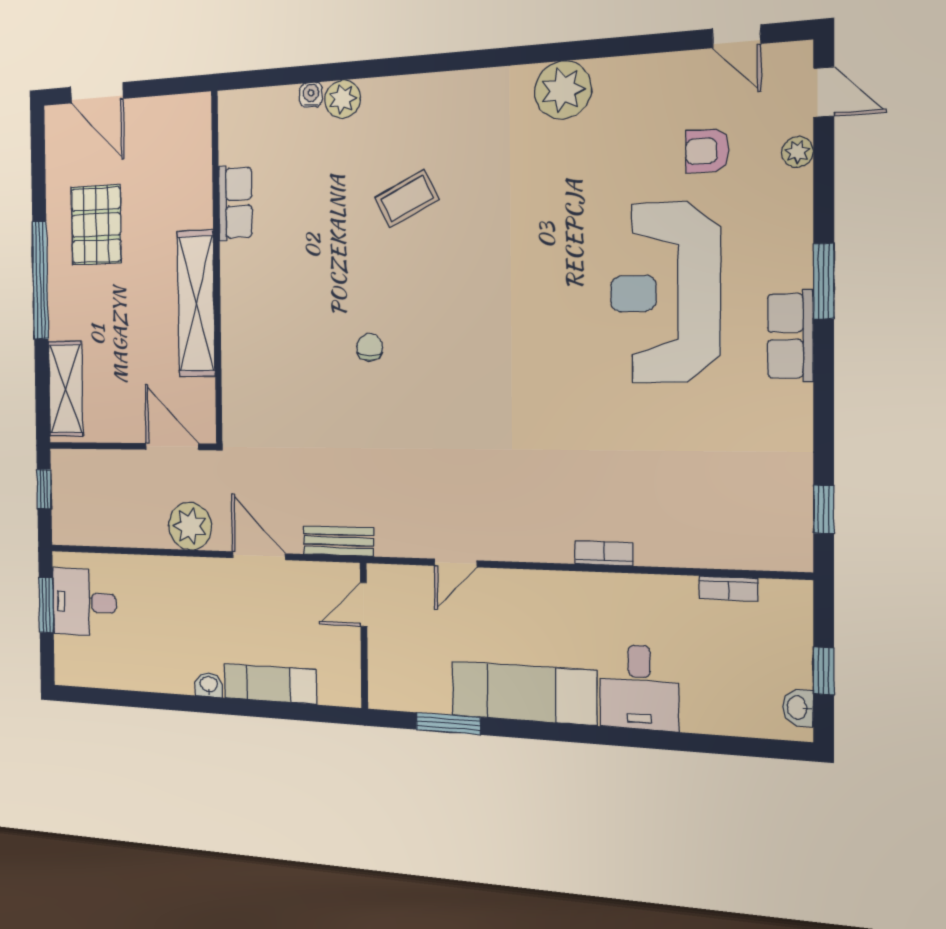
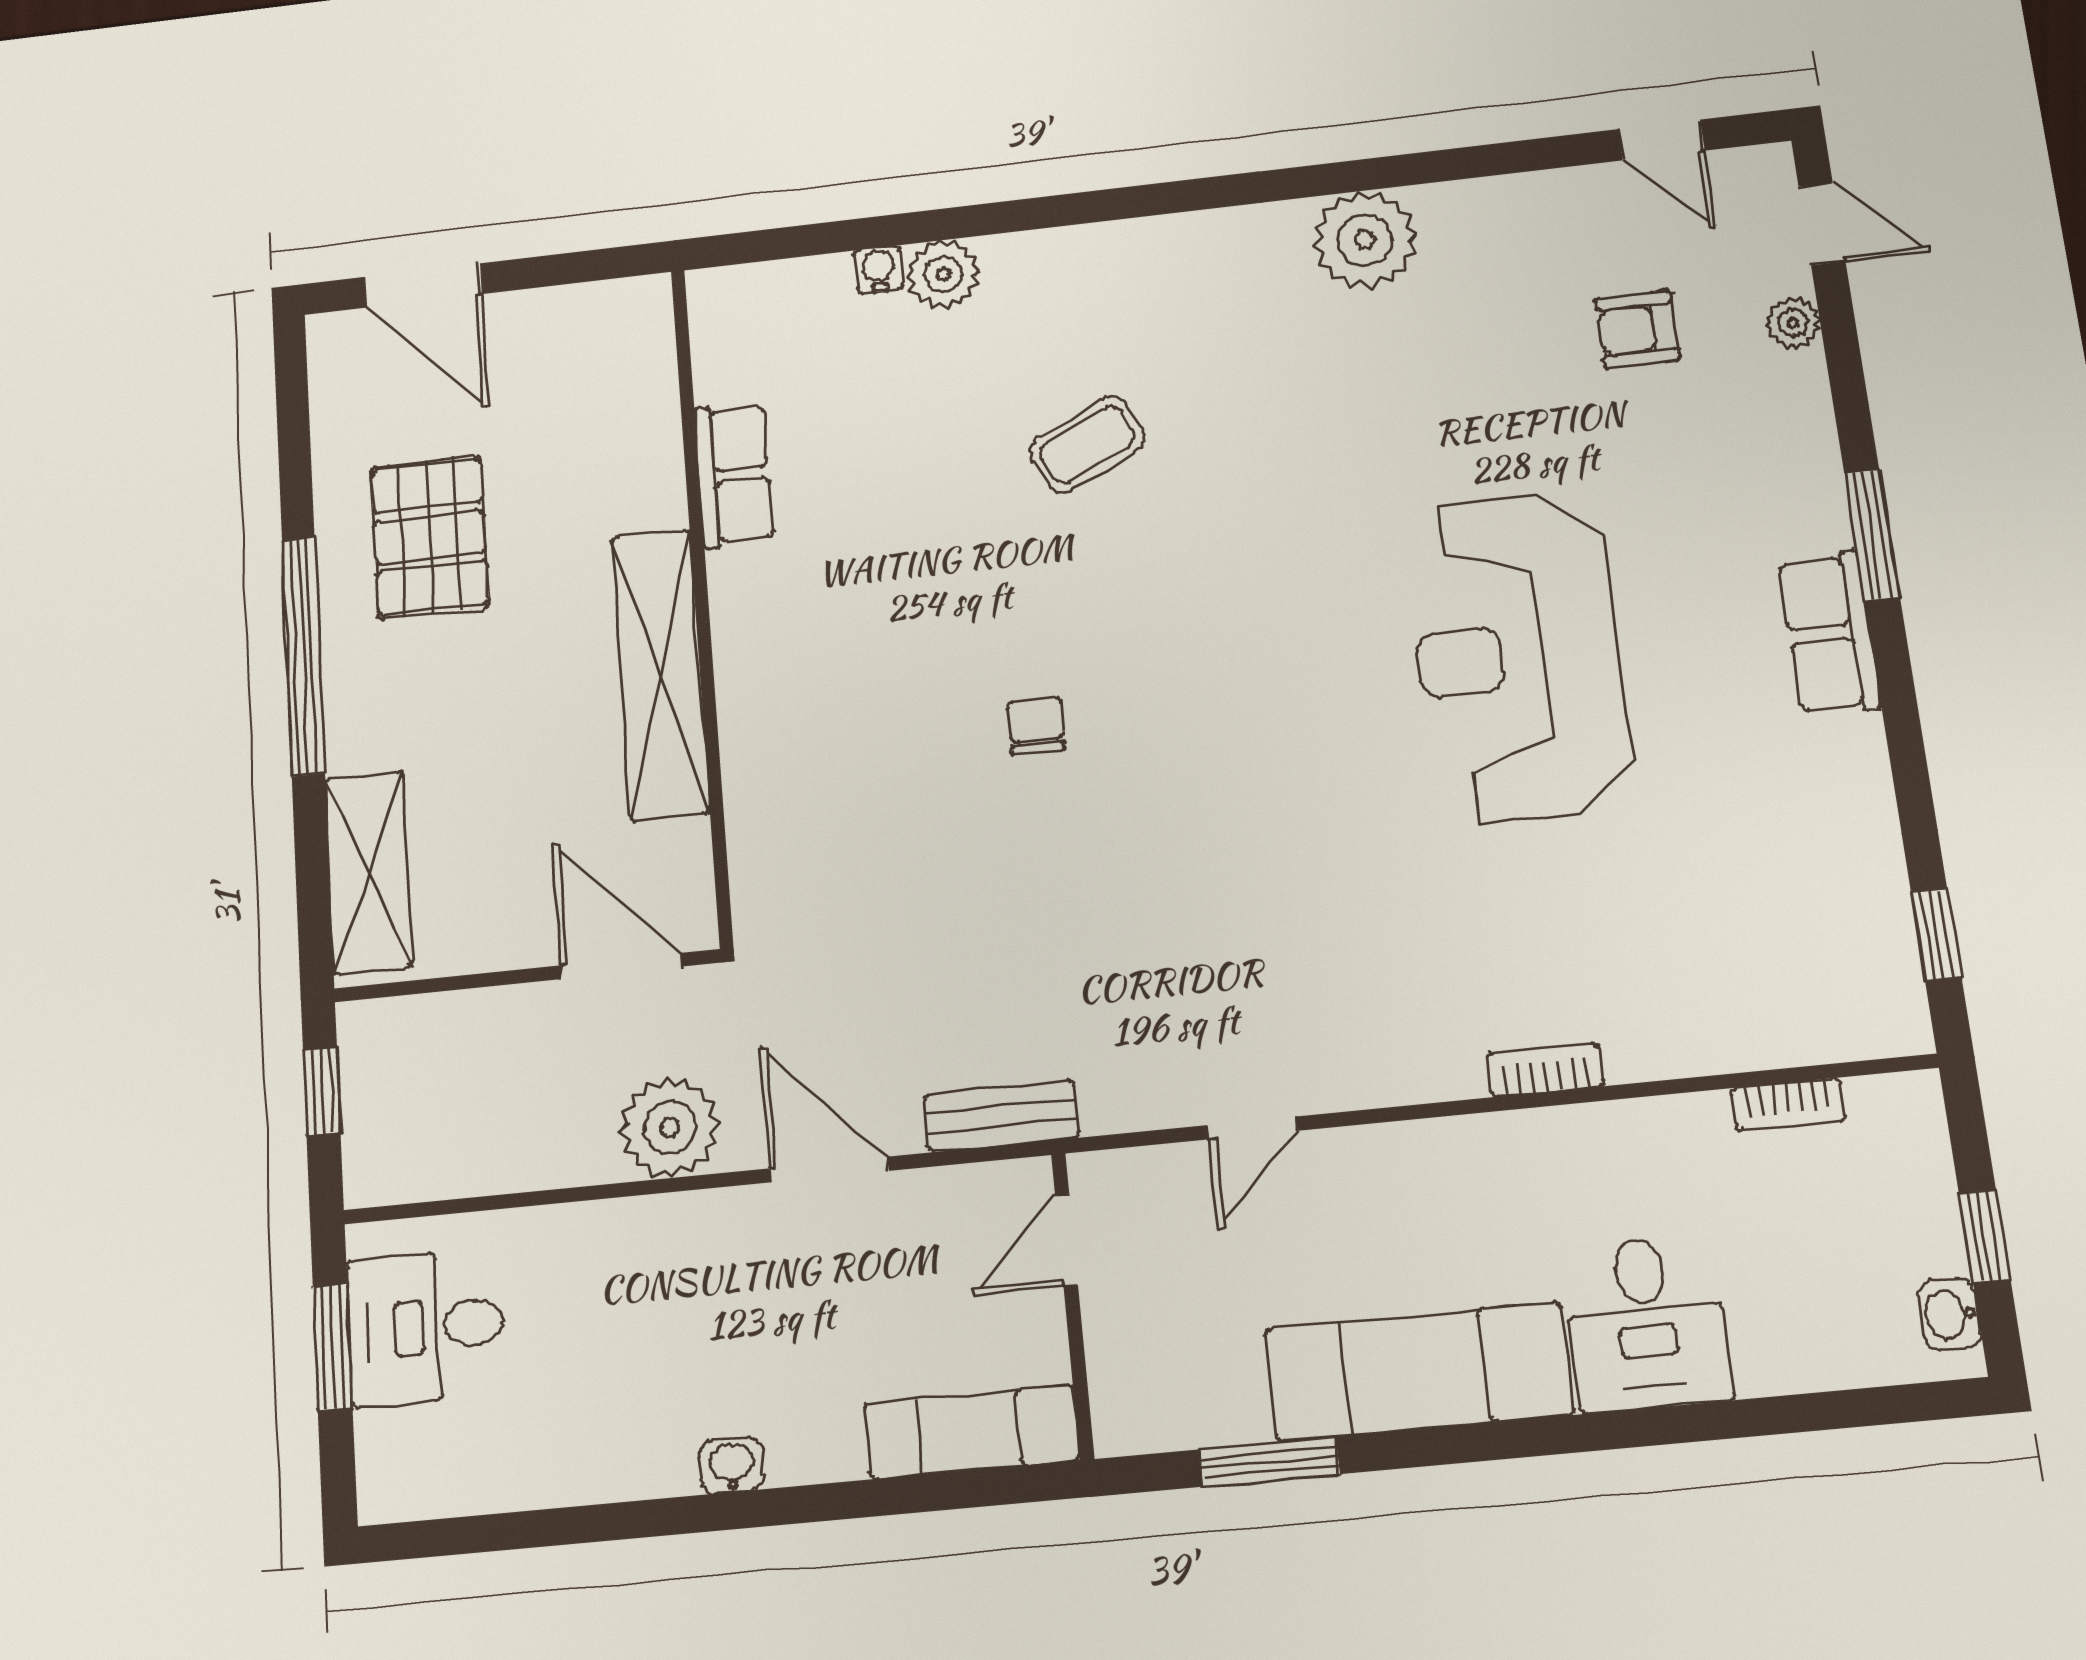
reception desk: (665, 293) -> (1518, 656), moved
exam couch: (270, 684) -> (972, 1432), moved

